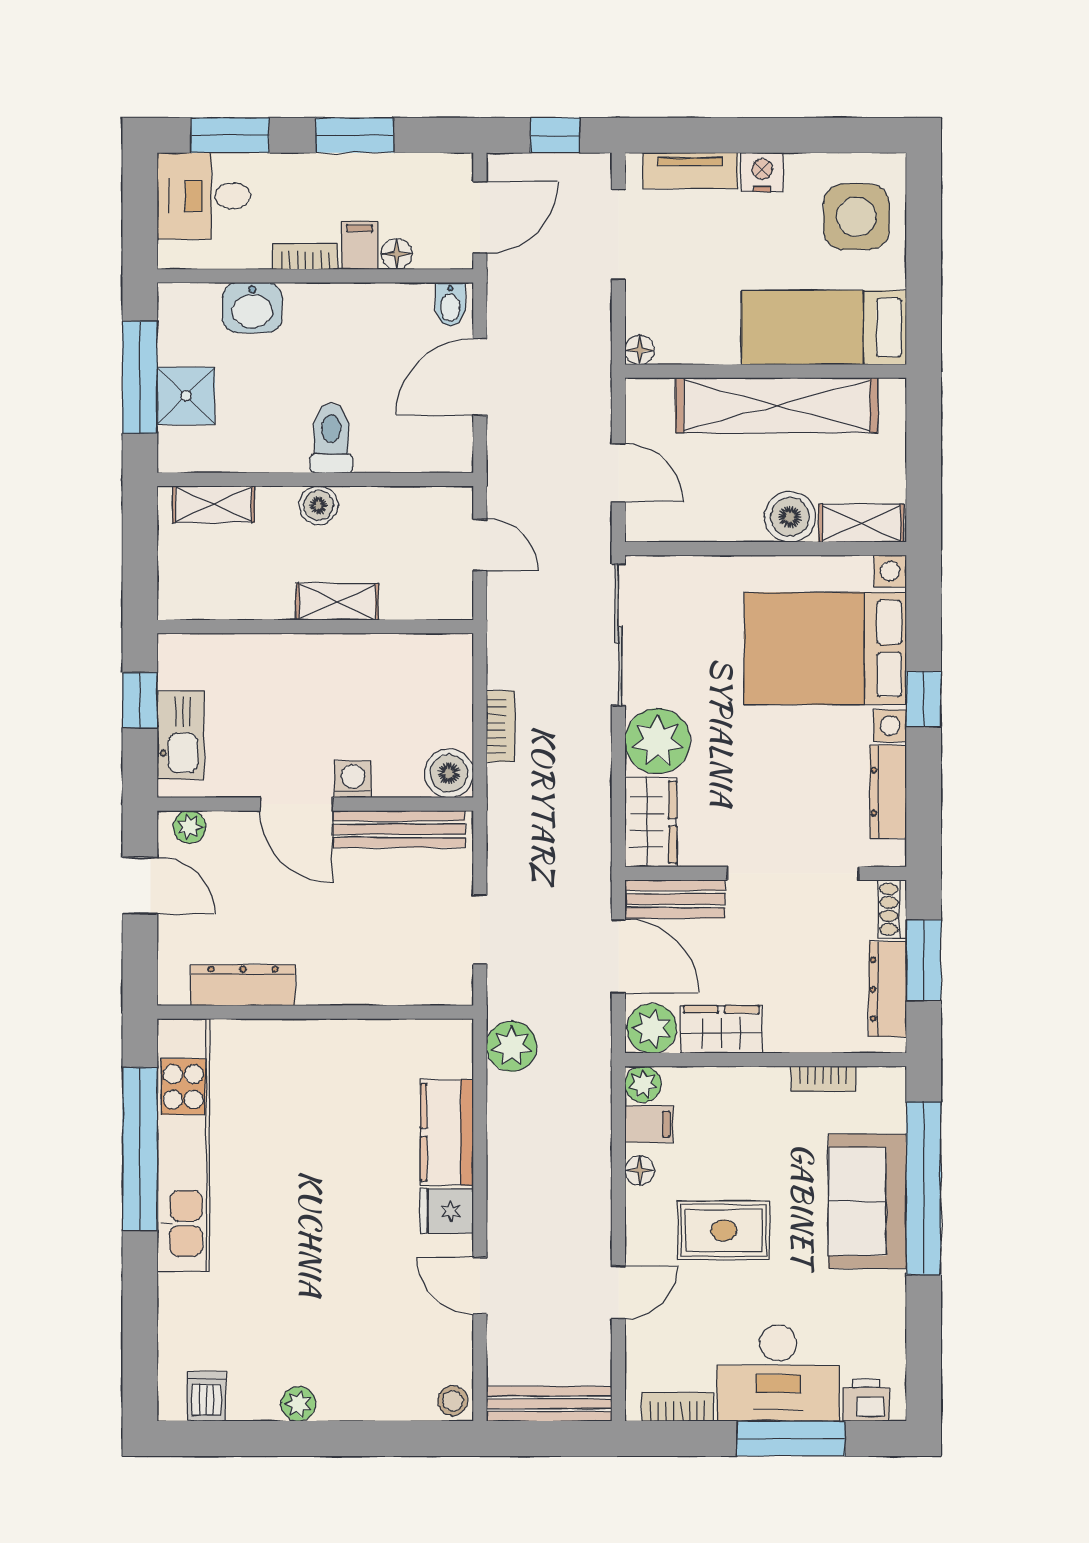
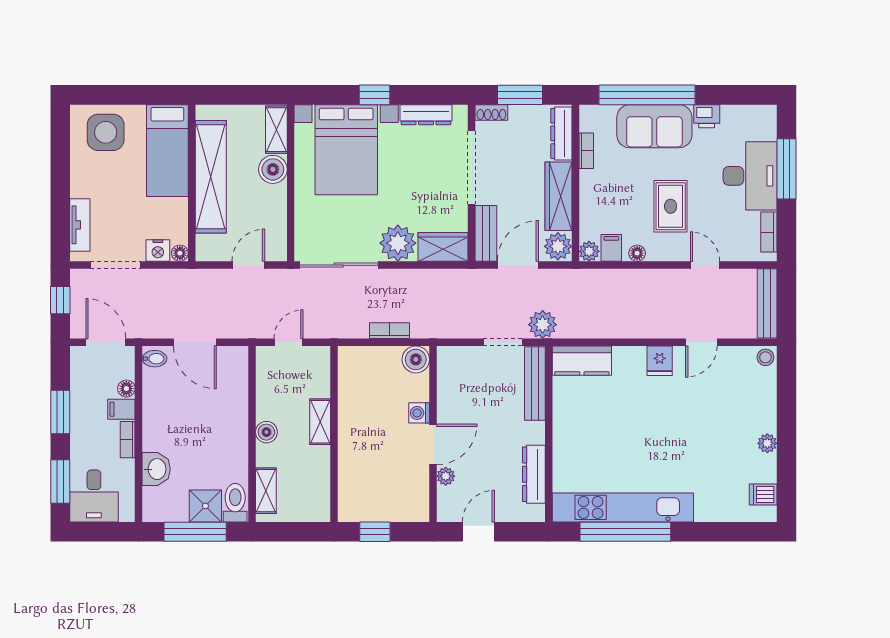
nightstand: (762, 172) -> (158, 251), moved, turned -90
toilet: (331, 438) -> (235, 503), moved, turned 90
kitchen sink: (181, 735) -> (395, 509), removed
plant: (190, 827) -> (446, 476), moved
bench: (399, 829) -> (535, 384), moved
dresser: (888, 989) -> (561, 133), moved, turned 90
wardrobe: (721, 1029) -> (559, 196), width x1.50
plant: (512, 1046) -> (543, 325), moved
kitchen counter: (447, 1132) -> (582, 361), moved
printer: (866, 1400) -> (707, 116), moved, turned -90

